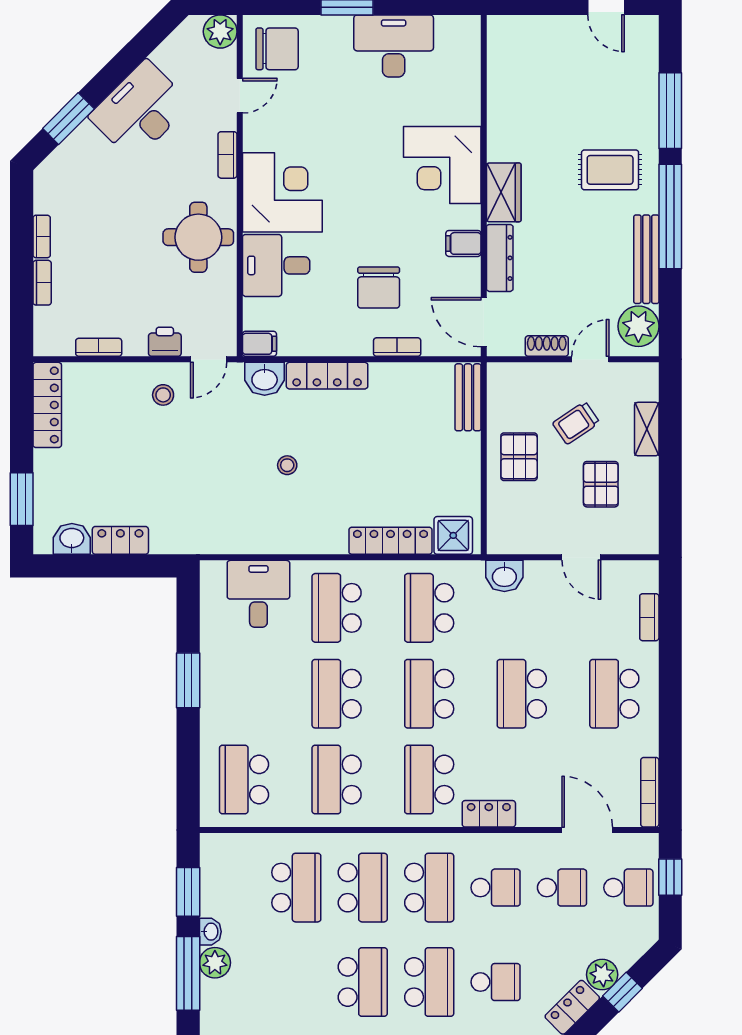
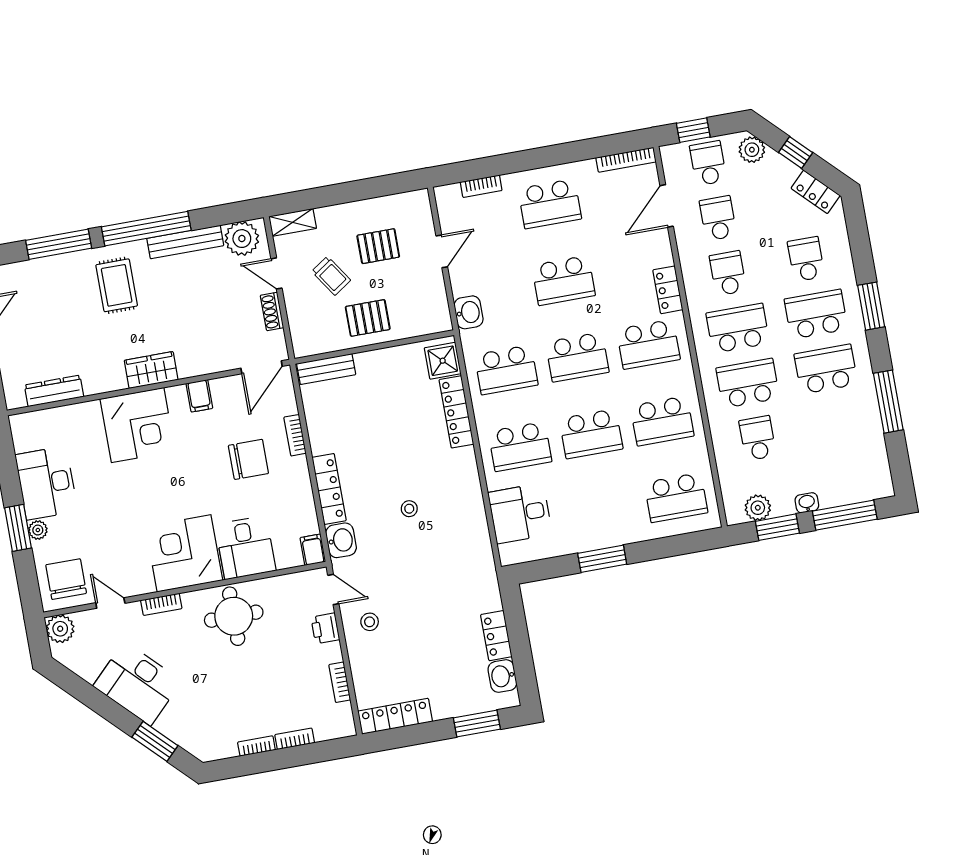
plant: (340, 26) -> (38, 530), added
dresser: (500, 258) -> (54, 391), moved
shelving: (647, 429) -> (293, 222), moved
school desk: (296, 888) -> (758, 438), width x0.54
plant: (215, 963) -> (758, 508), moved
plant: (602, 975) -> (752, 150), moved

